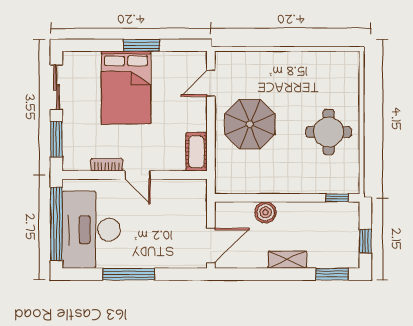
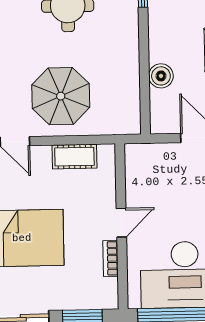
cot: (197, 152) -> (74, 157), moved

